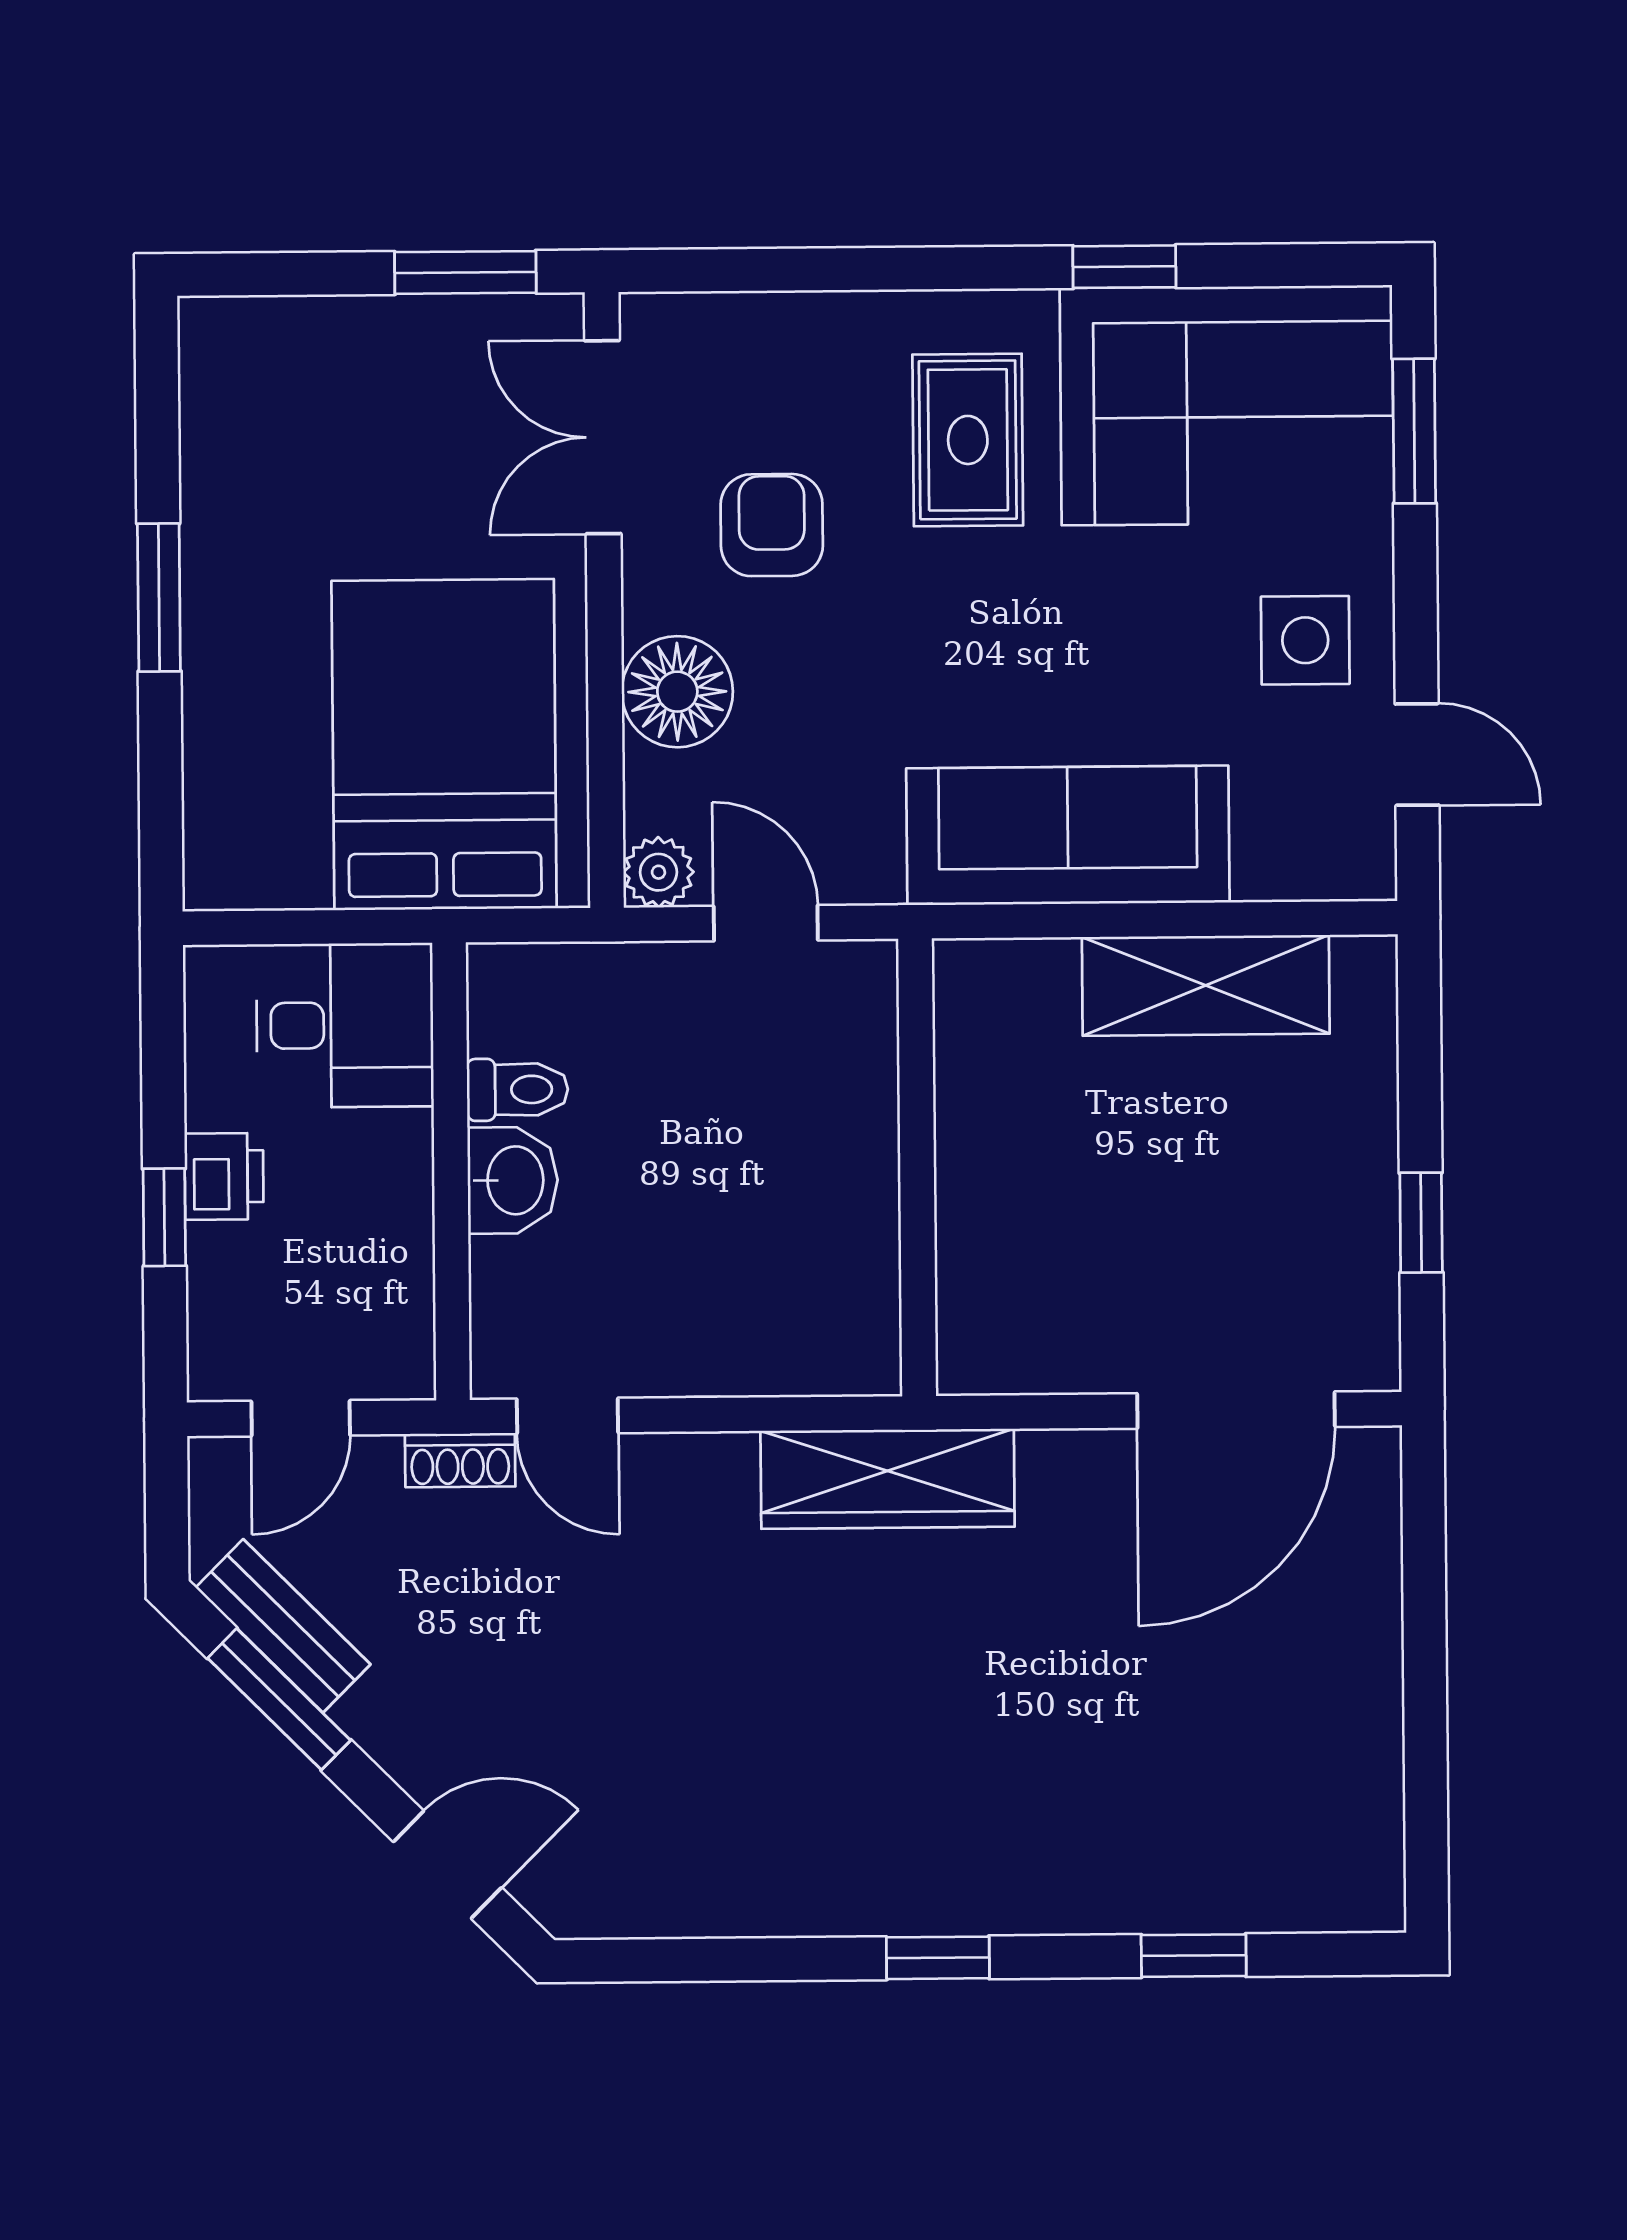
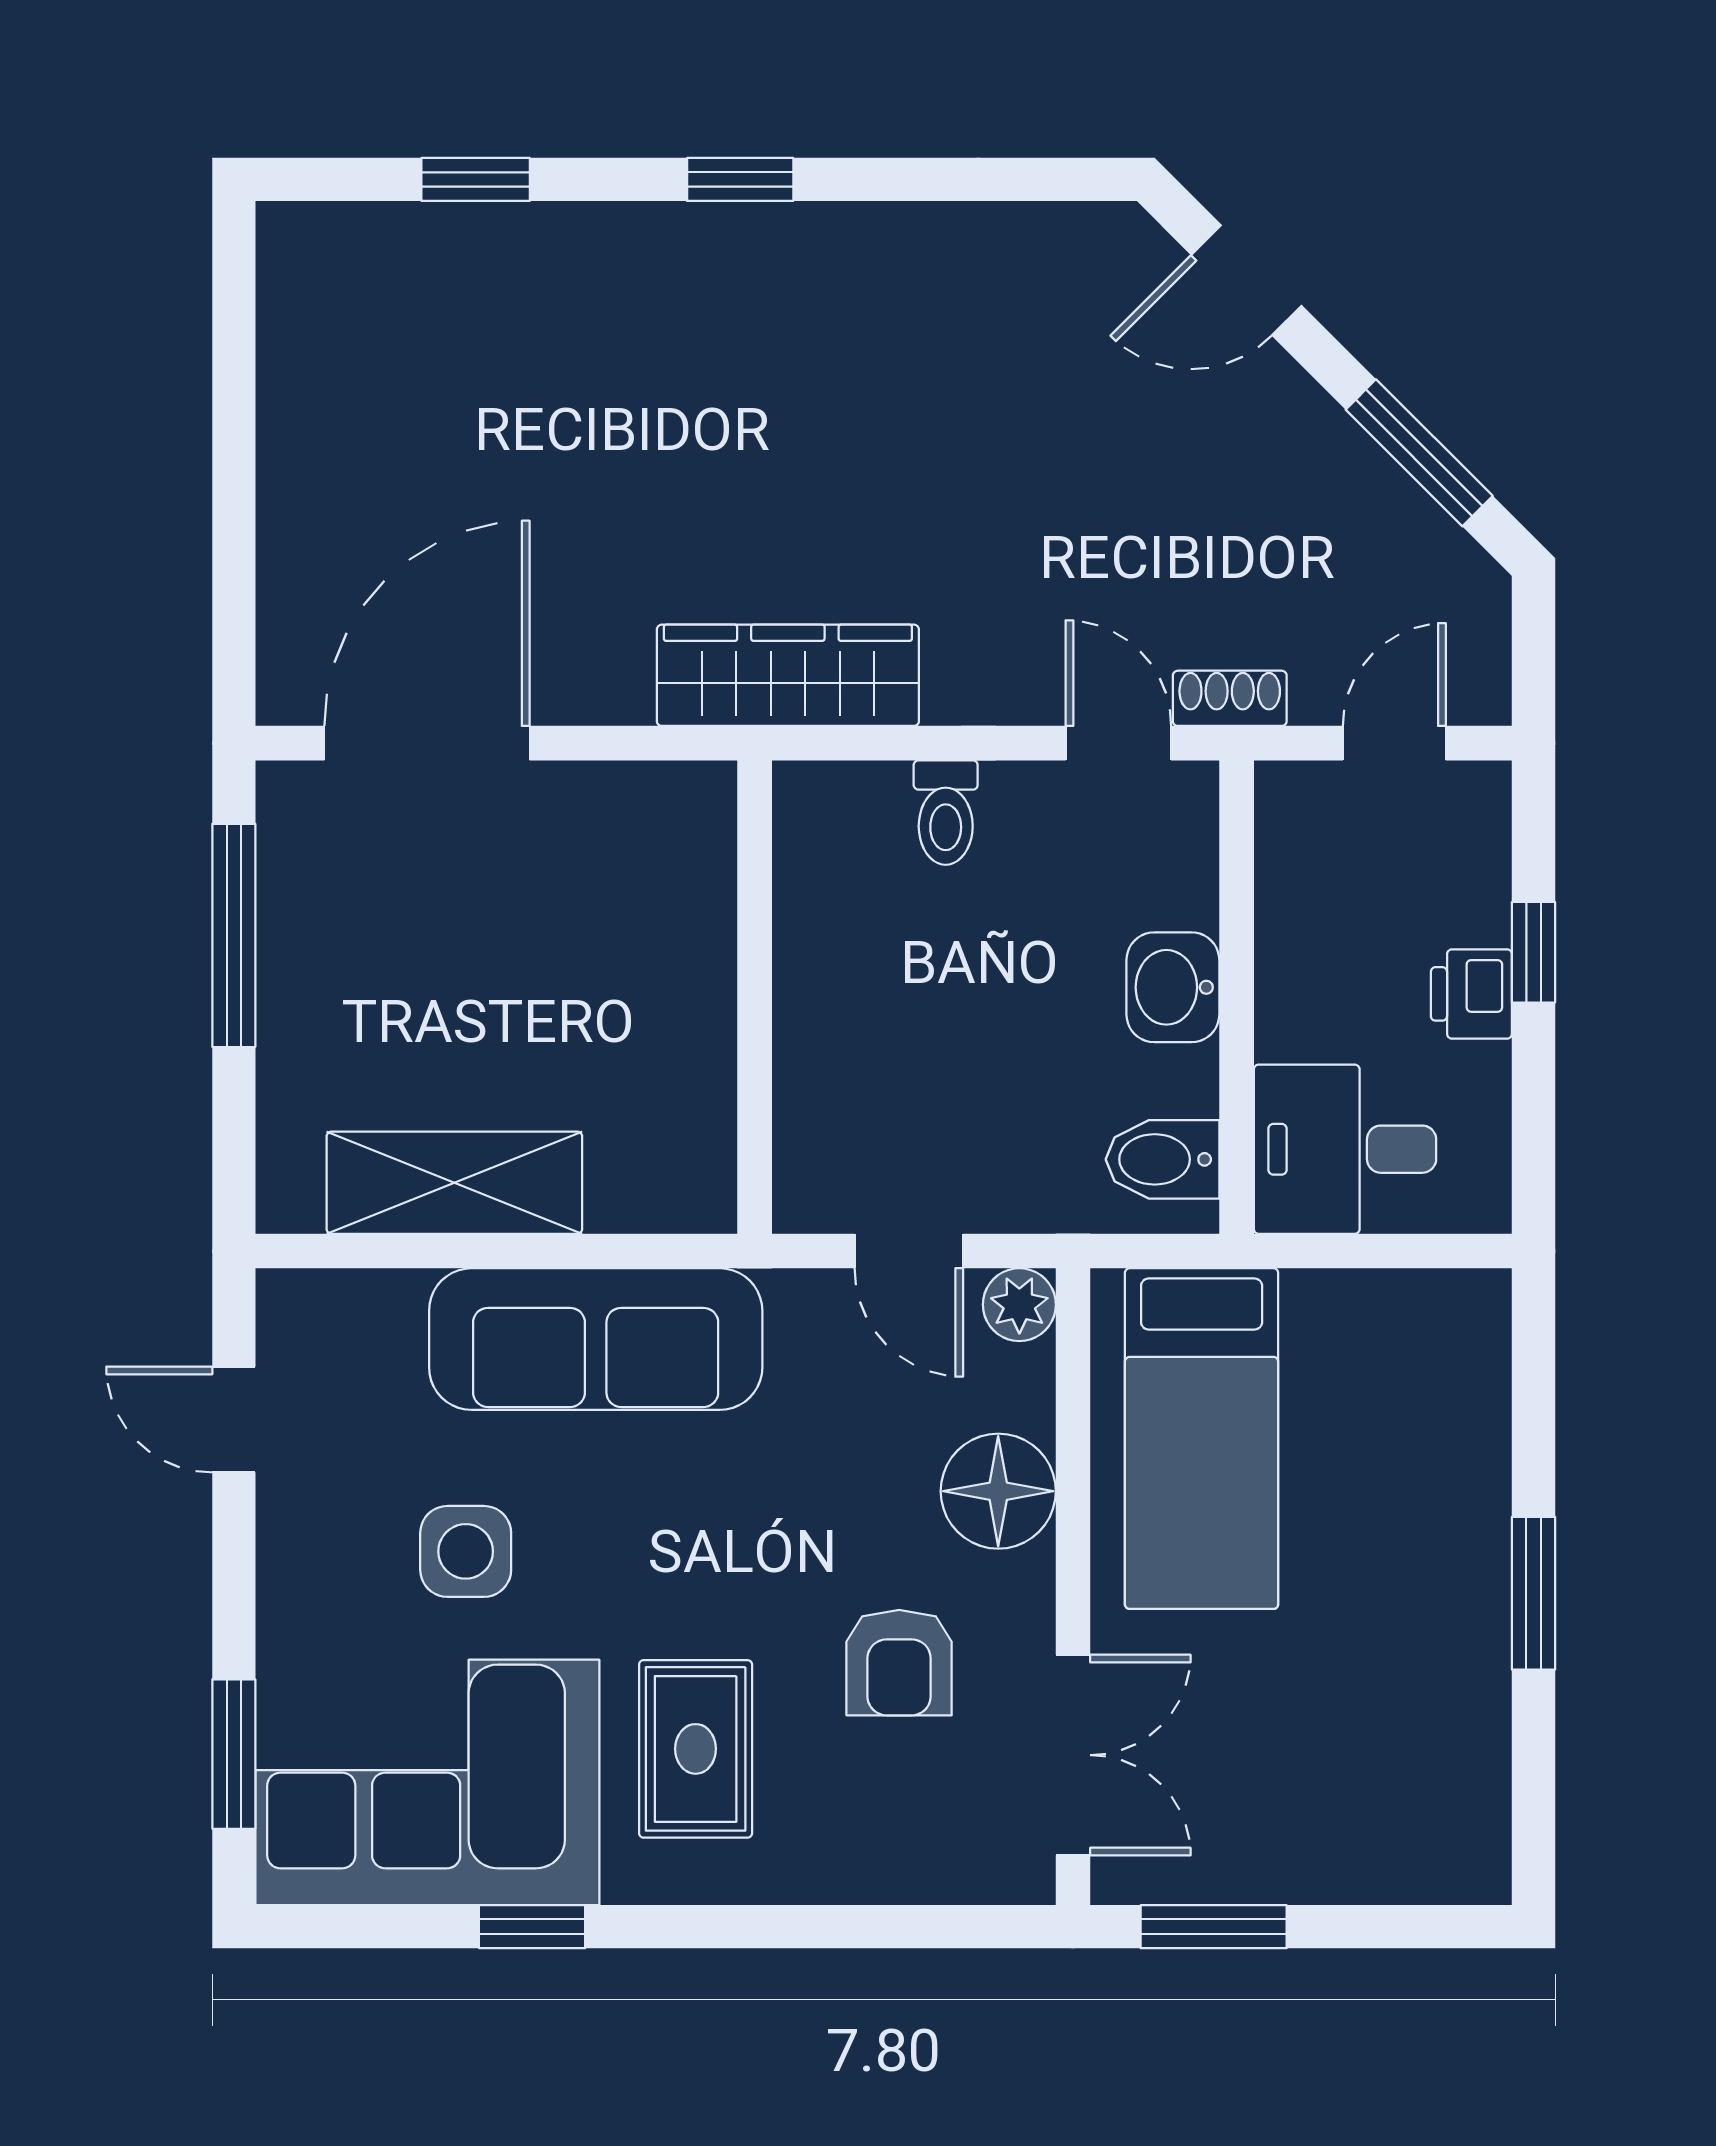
side table: (1305, 640) -> (466, 1551), moved
bed: (444, 745) -> (1202, 1439), width x0.67
bidet: (521, 1014) -> (1162, 1159), added
toilet: (517, 1090) -> (946, 813), moved, turned -90
window: (1421, 1223) -> (234, 935), width x2.17
bench: (283, 1626) -> (1415, 529), removed

